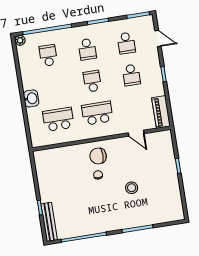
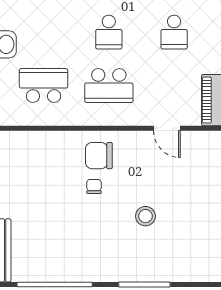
school desk: (92, 81) -> (109, 32), turned 180
school desk: (97, 113) -> (109, 86), turned 180

